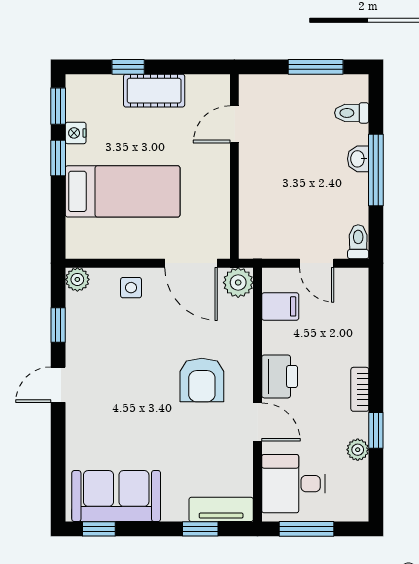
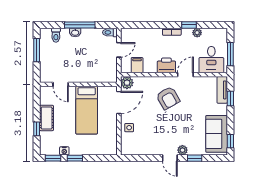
bed: (123, 191) -> (87, 110), moved, turned 180
plant: (77, 279) -> (182, 150), moved
window: (58, 325) -> (195, 158), moved
armchair: (202, 380) -> (168, 98), turned 60

